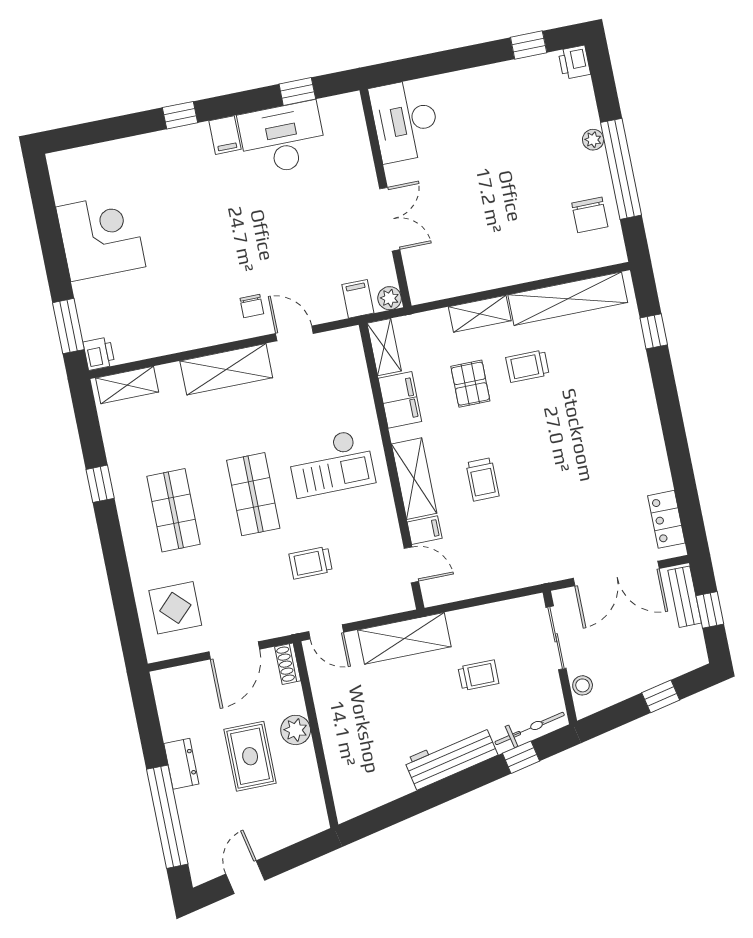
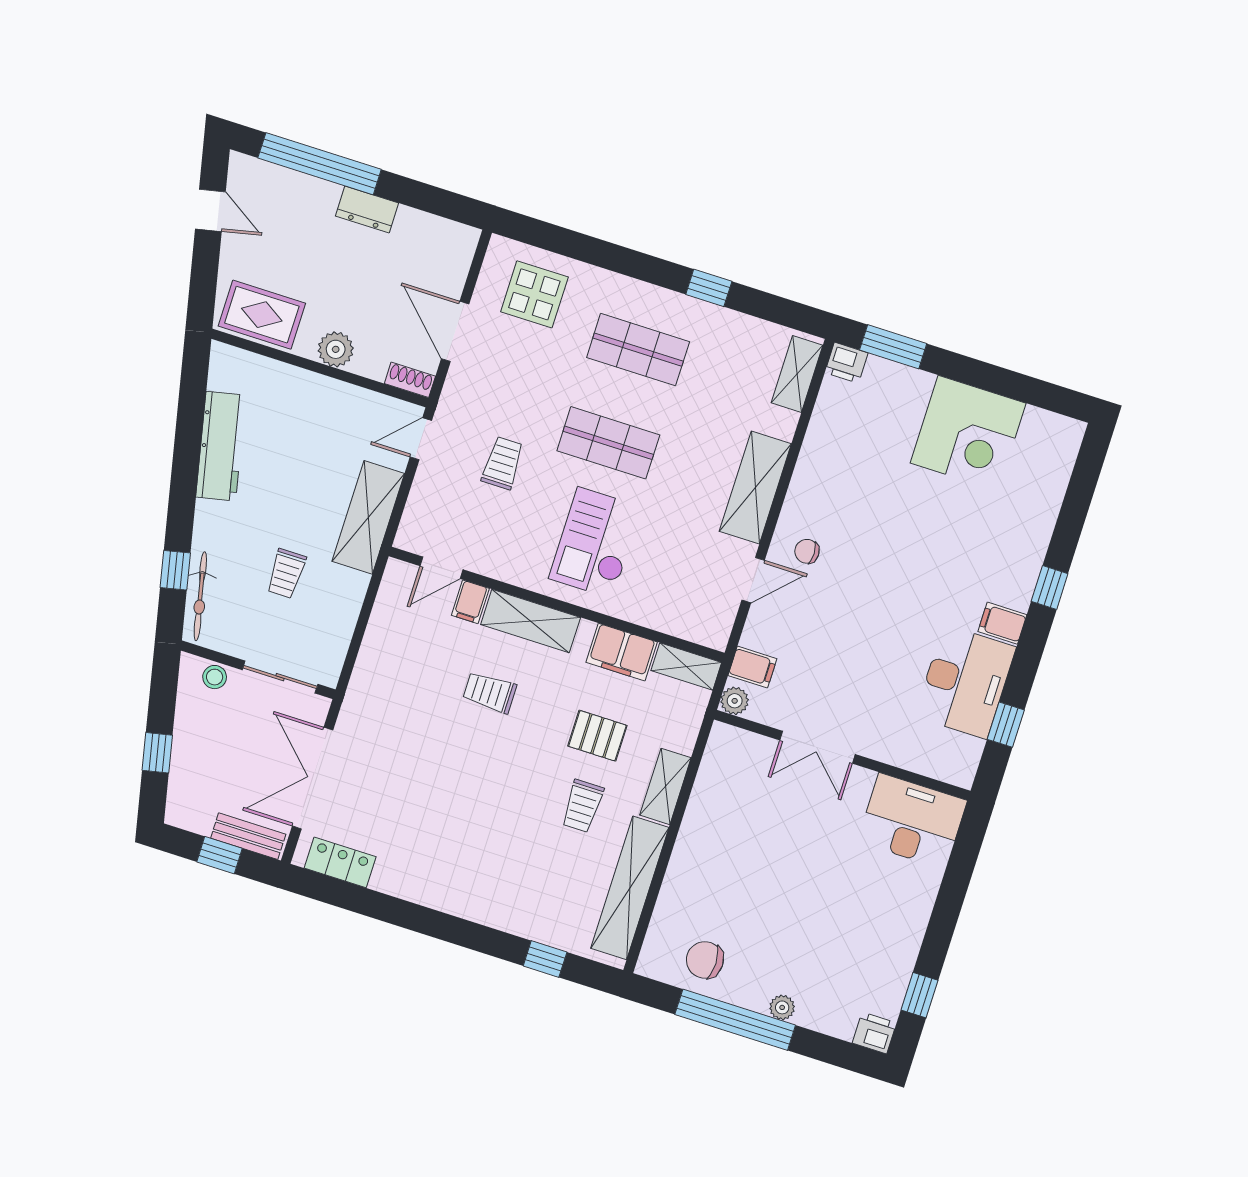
trolley: (527, 366) -> (582, 806), turned 180
rug: (250, 756) -> (262, 315), moved
workbench: (451, 757) -> (221, 446), moved

